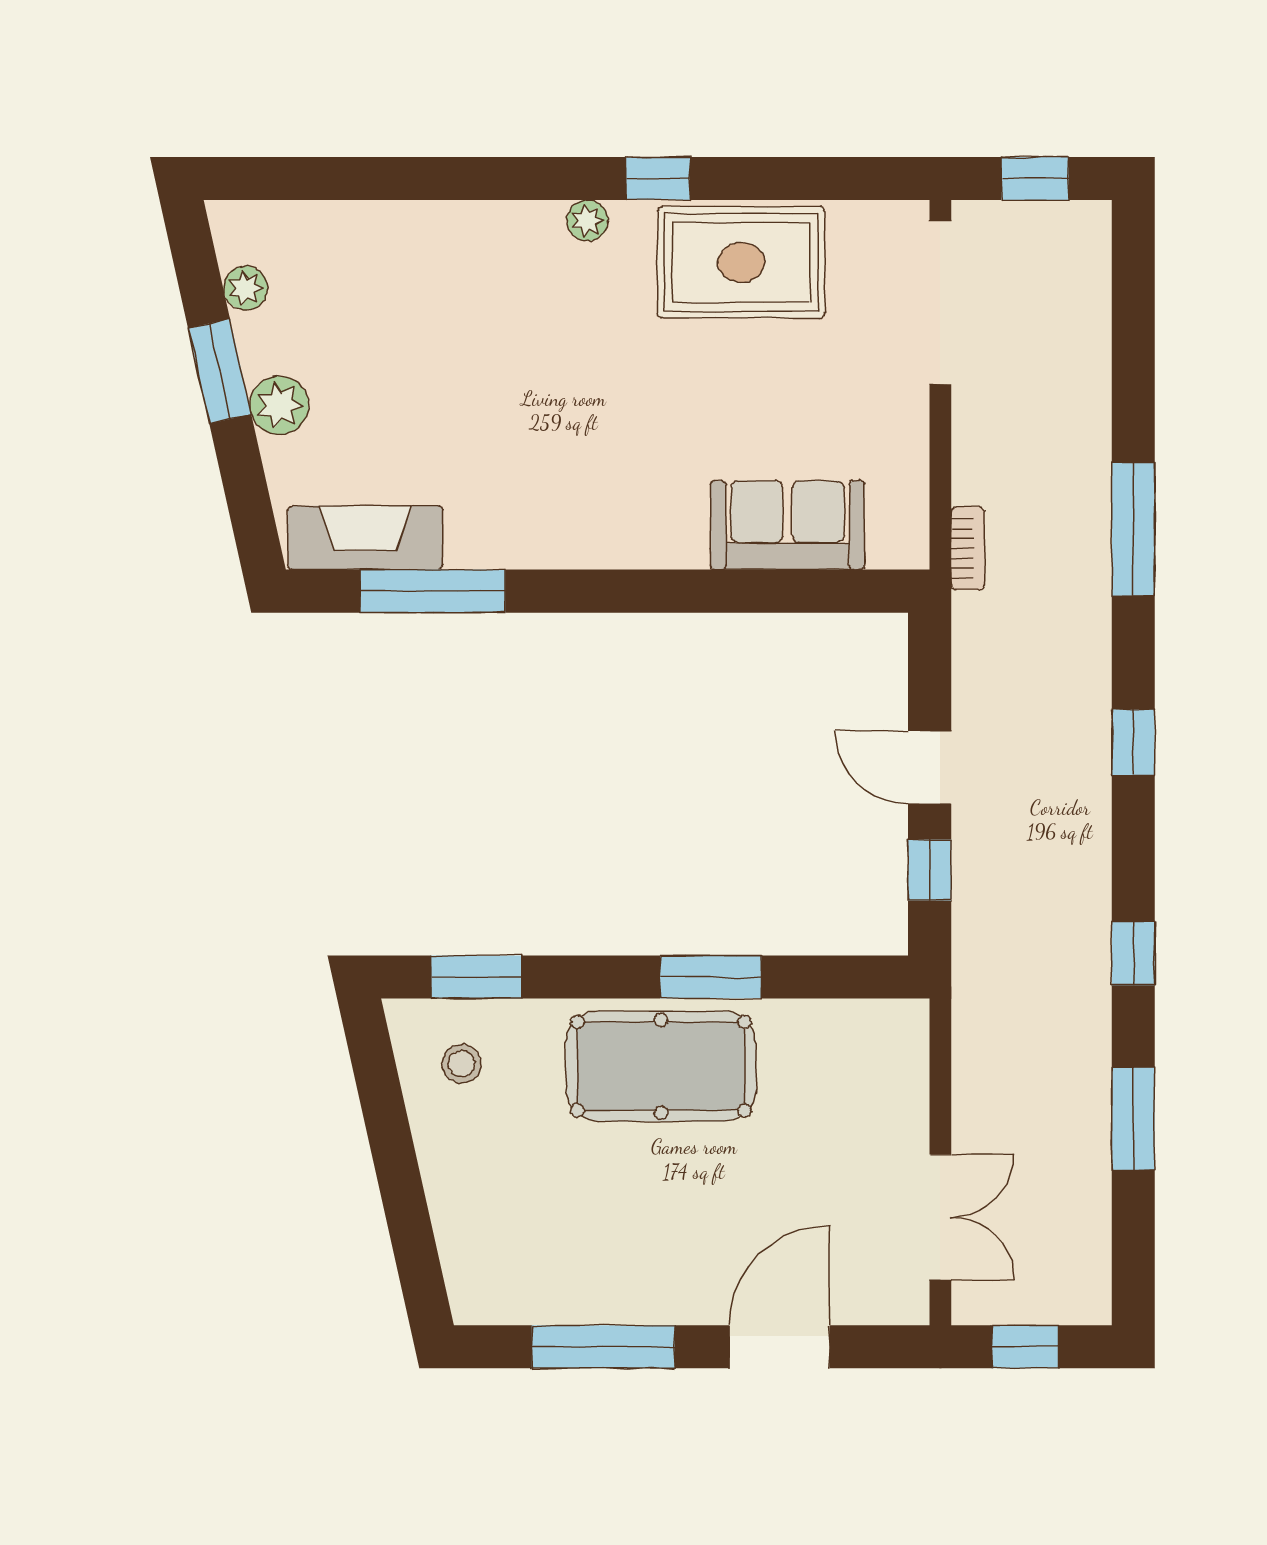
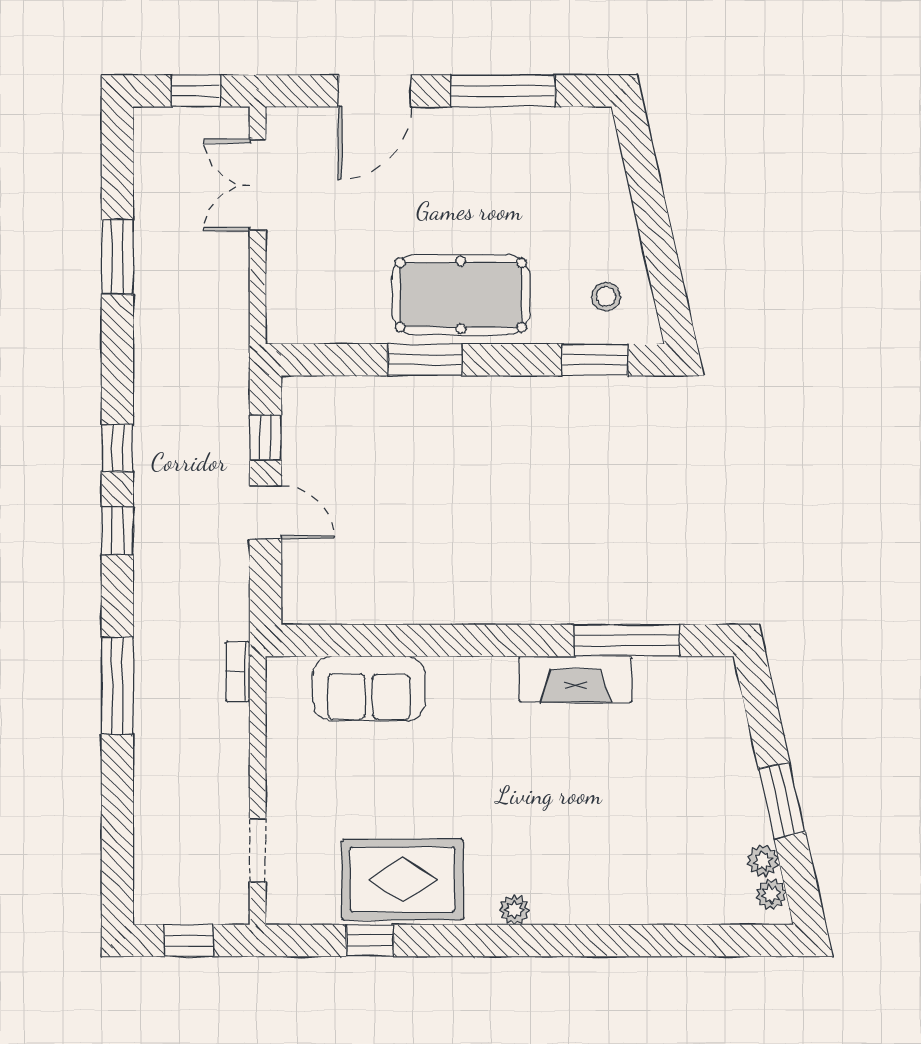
window: (658, 178) -> (370, 941), moved
doorway: (940, 302) -> (258, 850), width x0.53
plant: (279, 405) -> (771, 894), moved, width x0.73, depth x0.73
fireplace: (365, 538) -> (576, 679), moved
window: (1133, 953) -> (117, 448), moved

